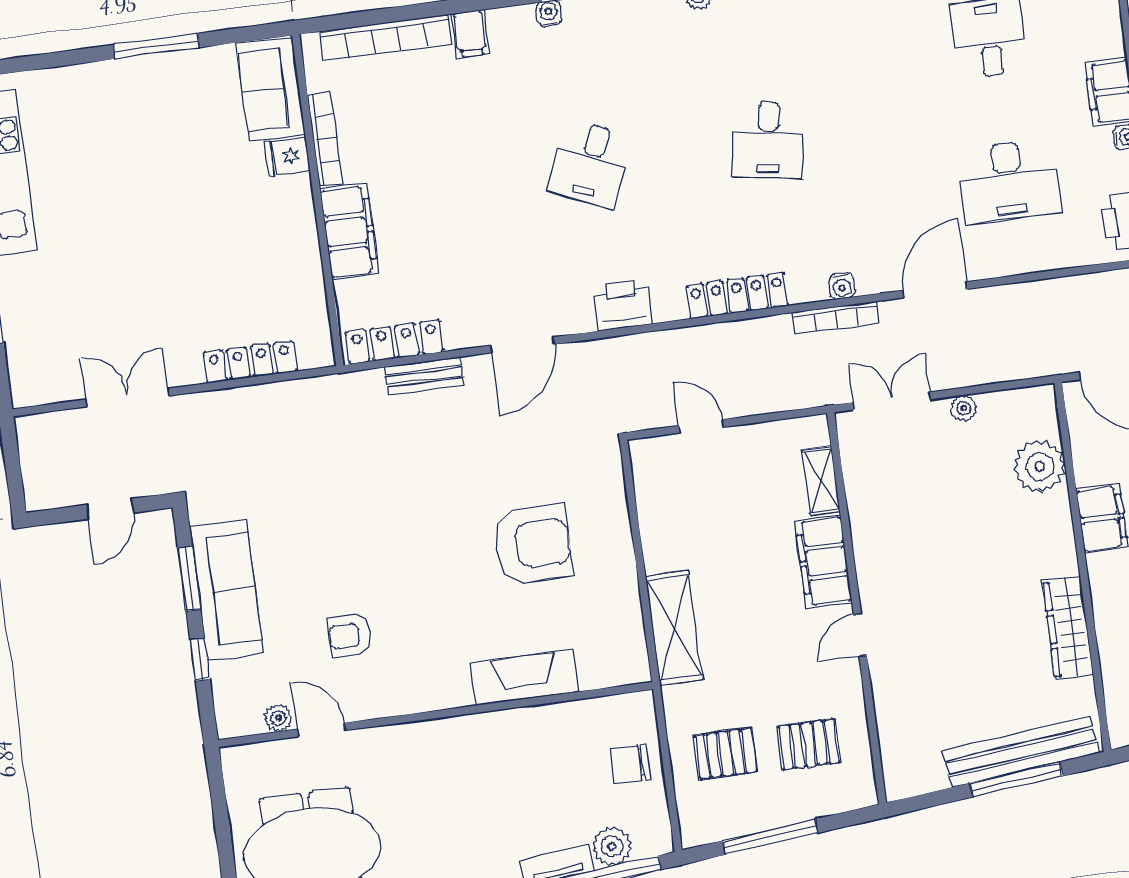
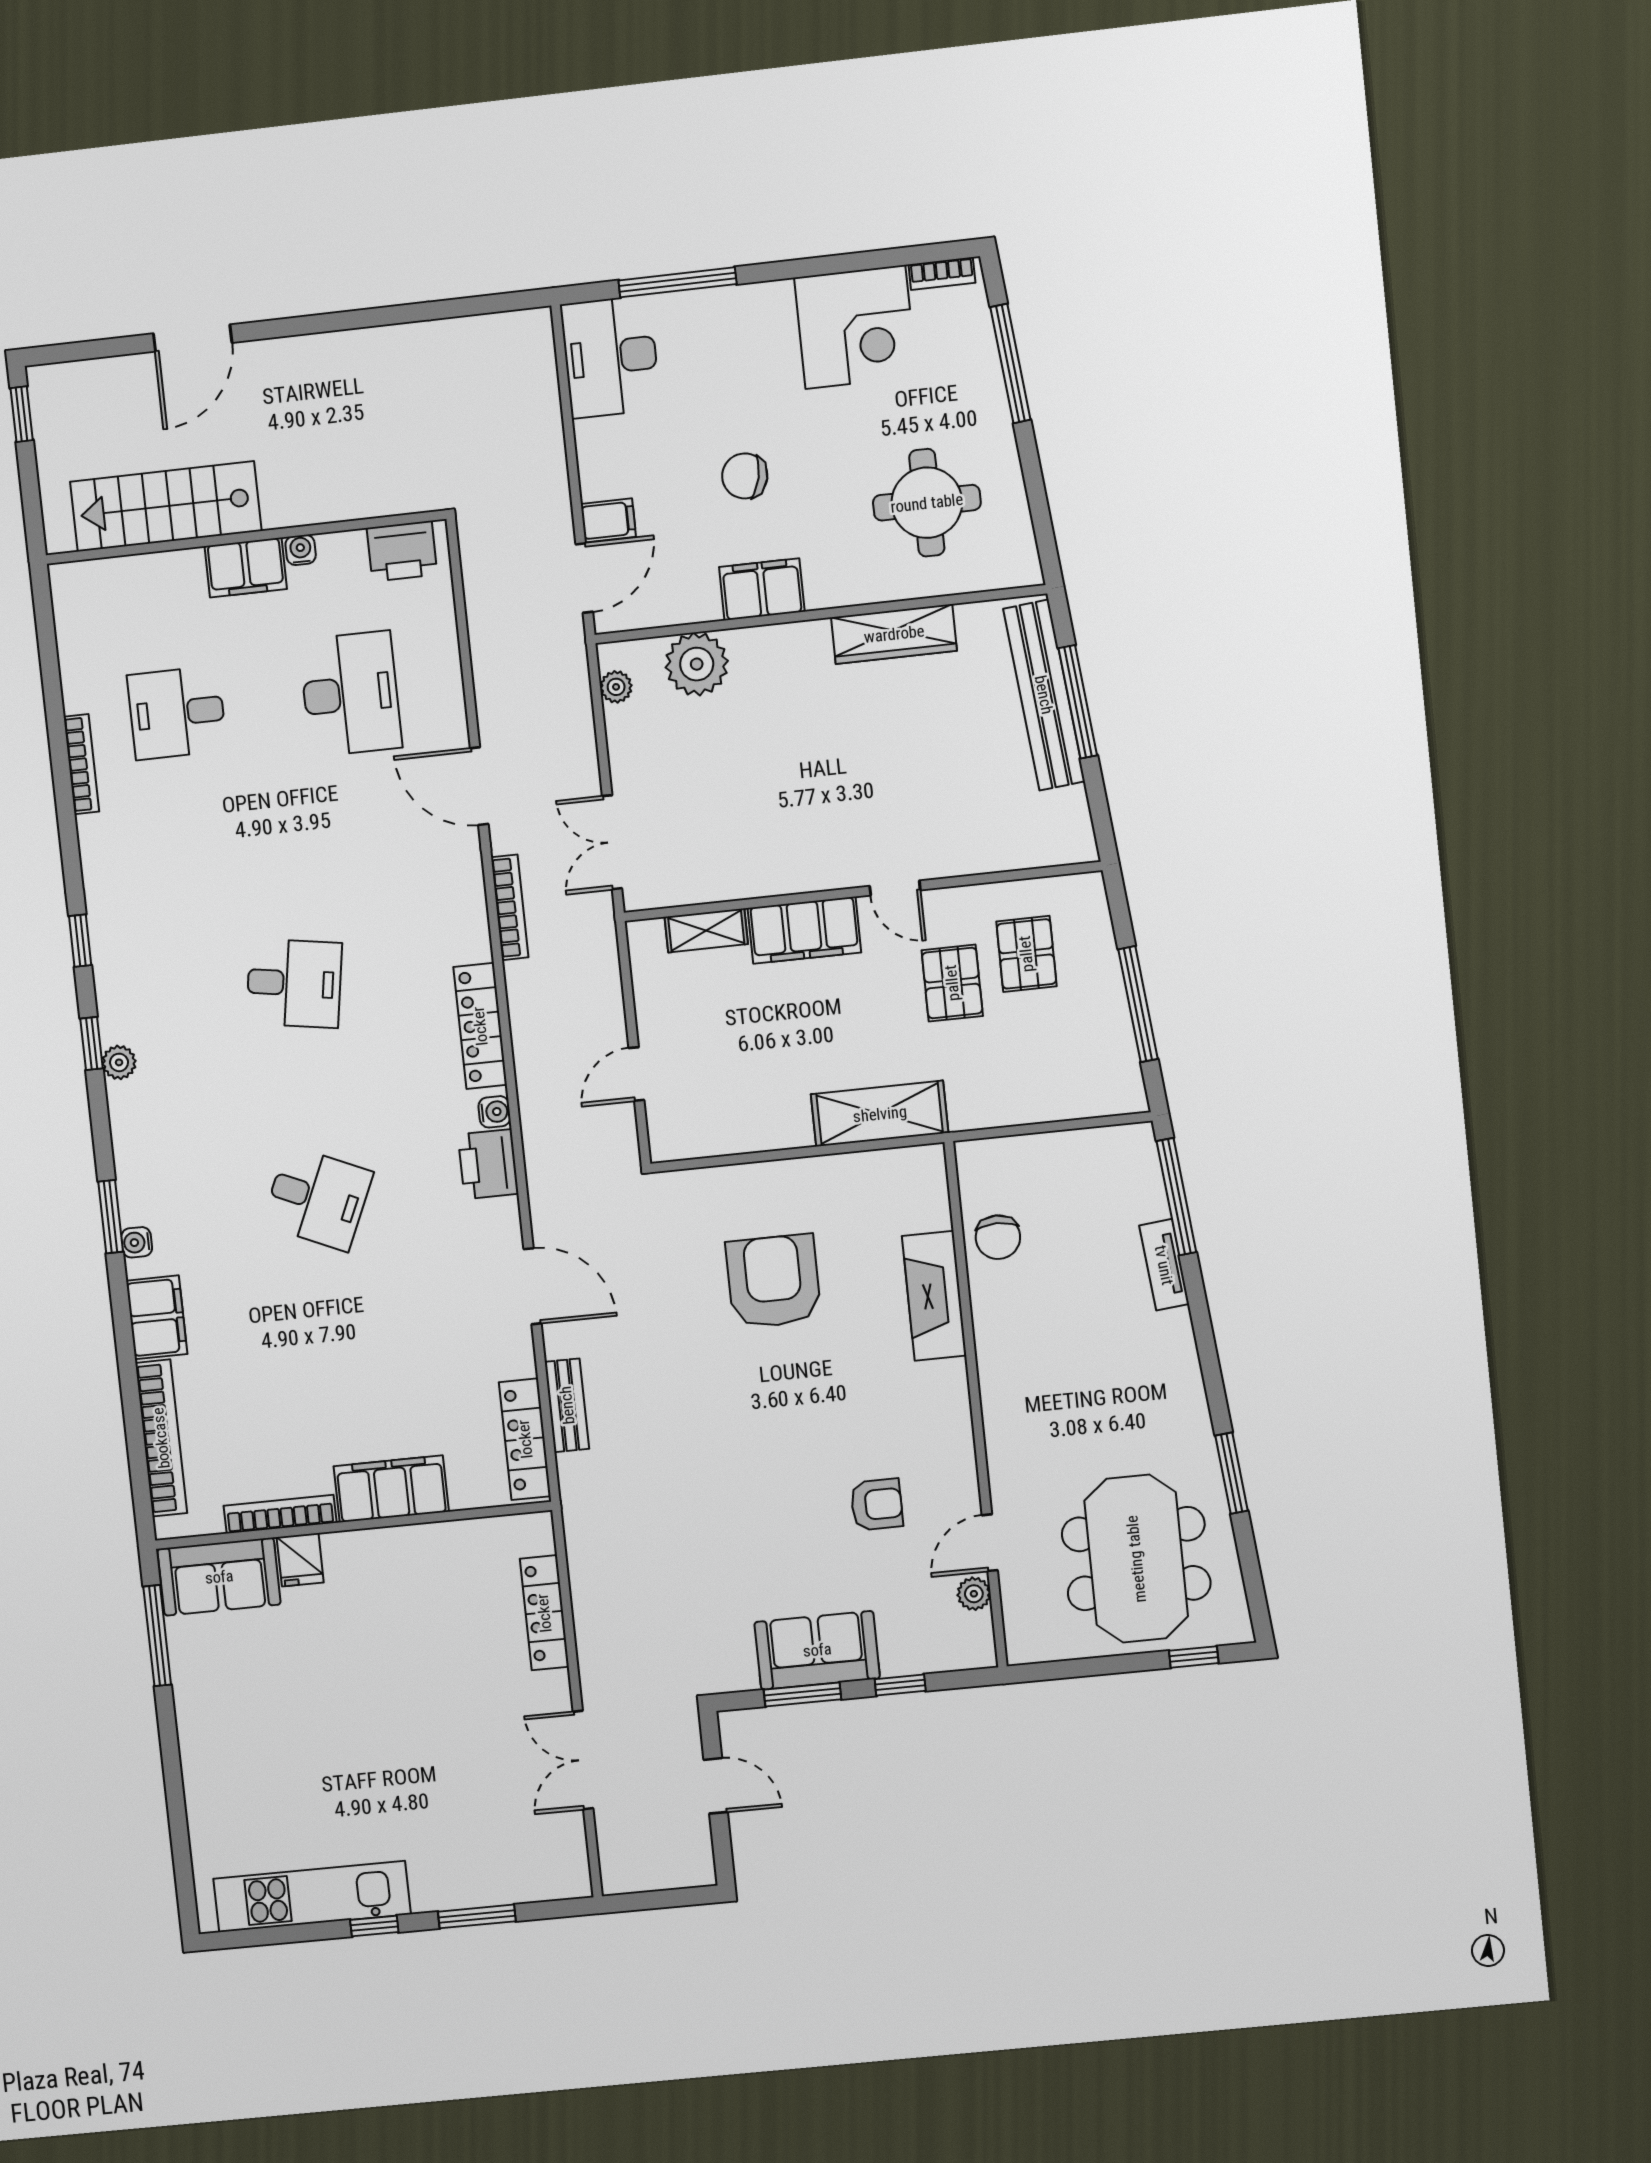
filing cabinet: (470, 34) -> (157, 1317), width x2.00
window: (156, 46) -> (157, 1636), moved
water cooler: (842, 286) -> (494, 1112), moved
plant: (964, 408) -> (616, 687), moved
sofa: (227, 590) -> (817, 1650), width x0.73
armchair: (350, 635) -> (877, 1504), turned -90
pallet: (726, 754) -> (952, 983), moved
chair: (631, 764) -> (998, 1237), moved
plant: (612, 846) -> (1143, 1197), removed

